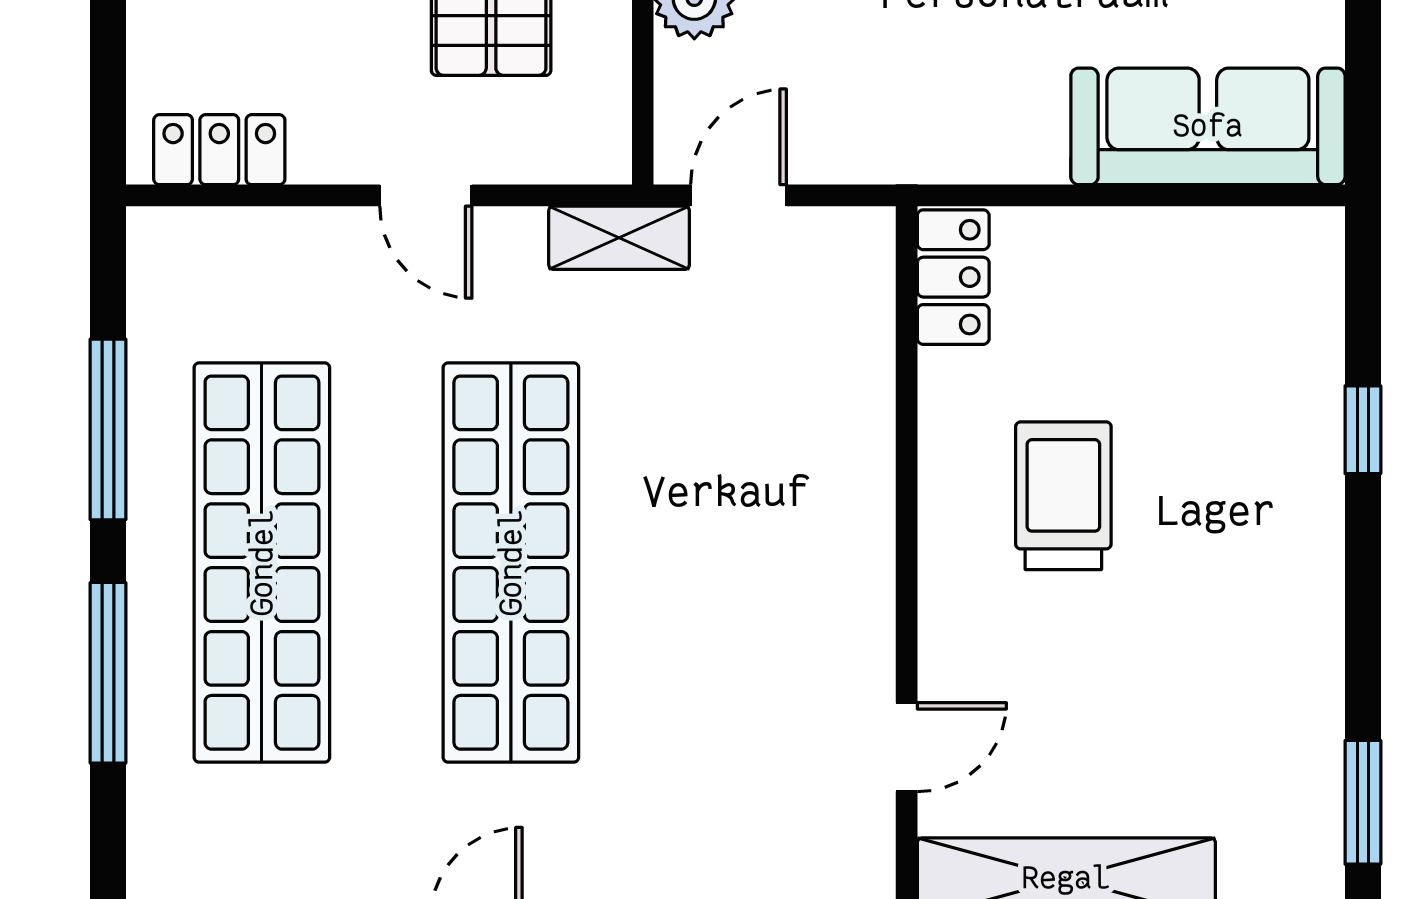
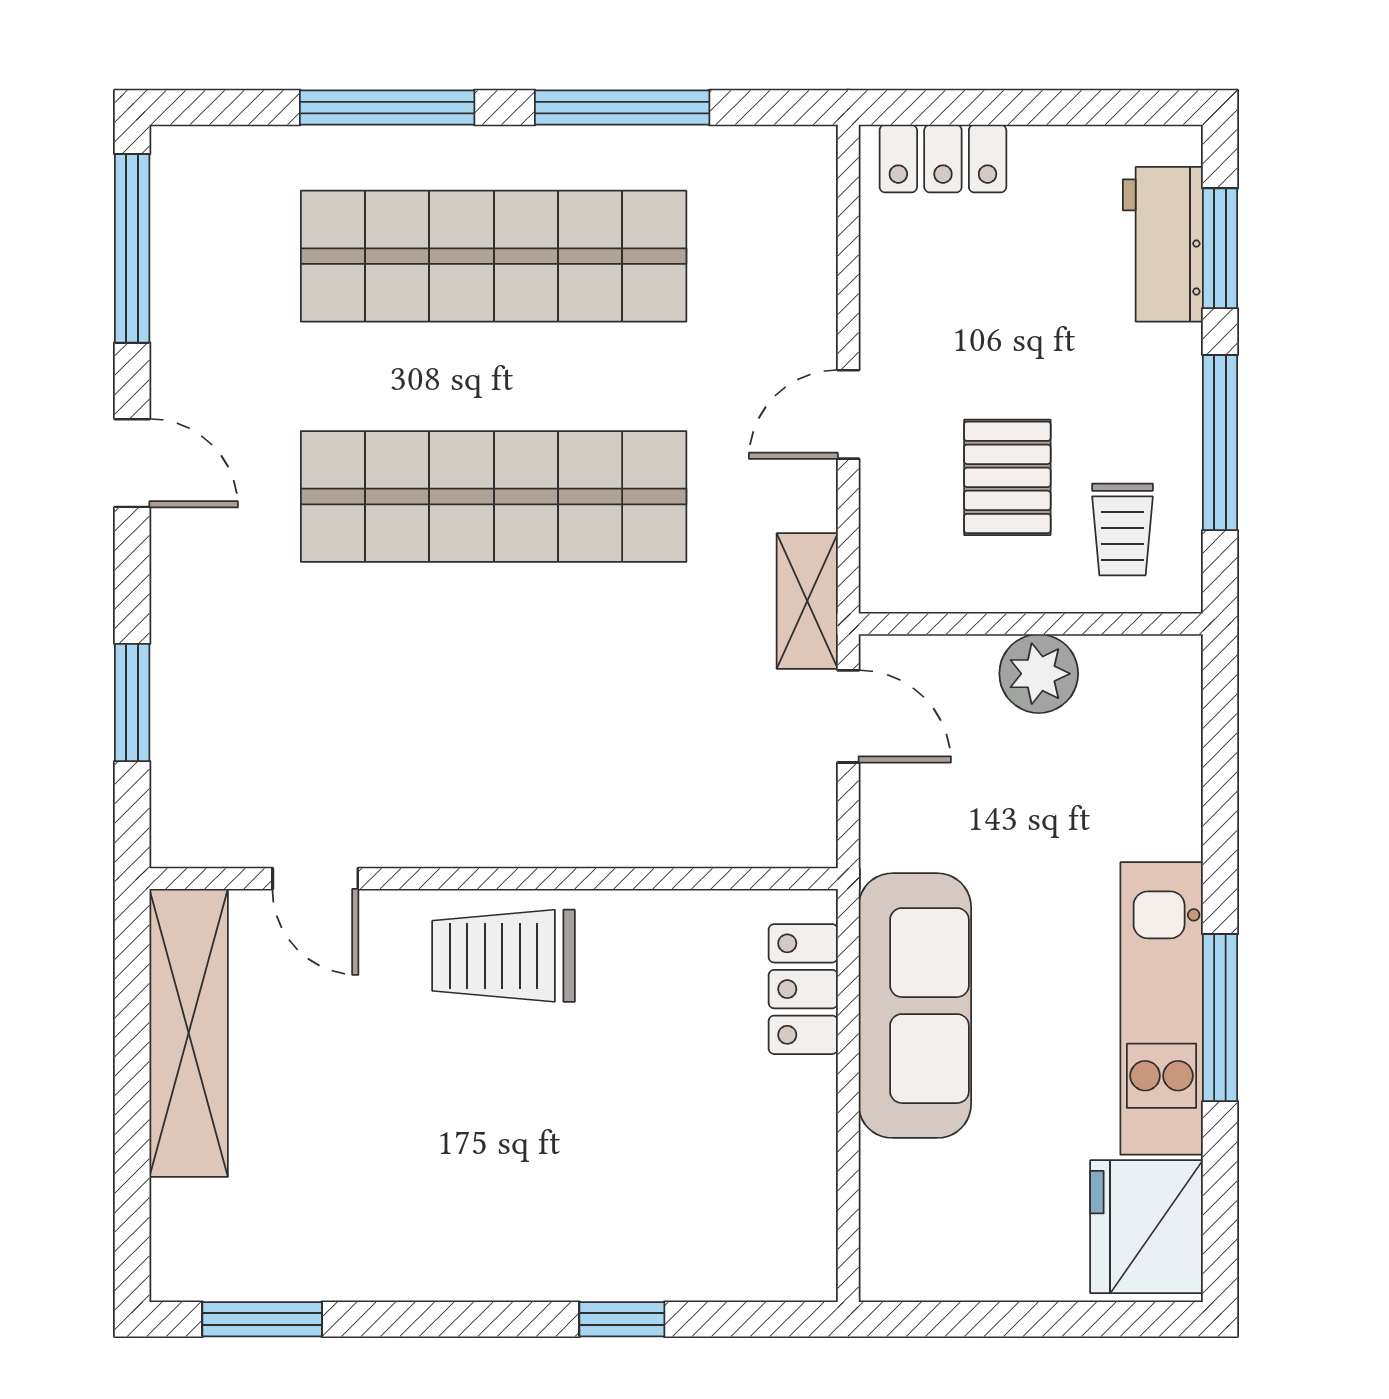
sofa: (1208, 126) -> (915, 1006), moved
locker: (219, 150) -> (943, 159), moved, turned 90
locker: (953, 277) -> (803, 989), moved, turned 90
trolley: (1063, 496) -> (503, 956), moved, turned 180

